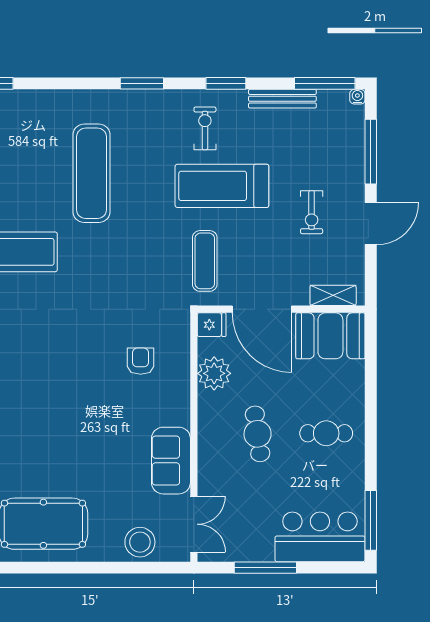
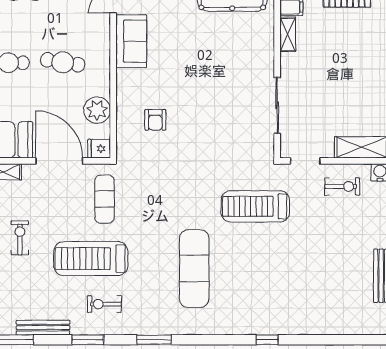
exercise bike: (205, 128) -> (104, 304), turned 90
treadmill: (222, 186) -> (91, 259), turned 180
cafe table: (258, 434) -> (63, 62), turned -73

